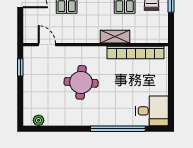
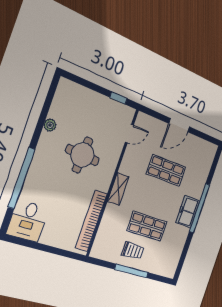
shelving: (115, 37) -> (118, 189), moved
plant: (39, 120) -> (50, 125), moved

